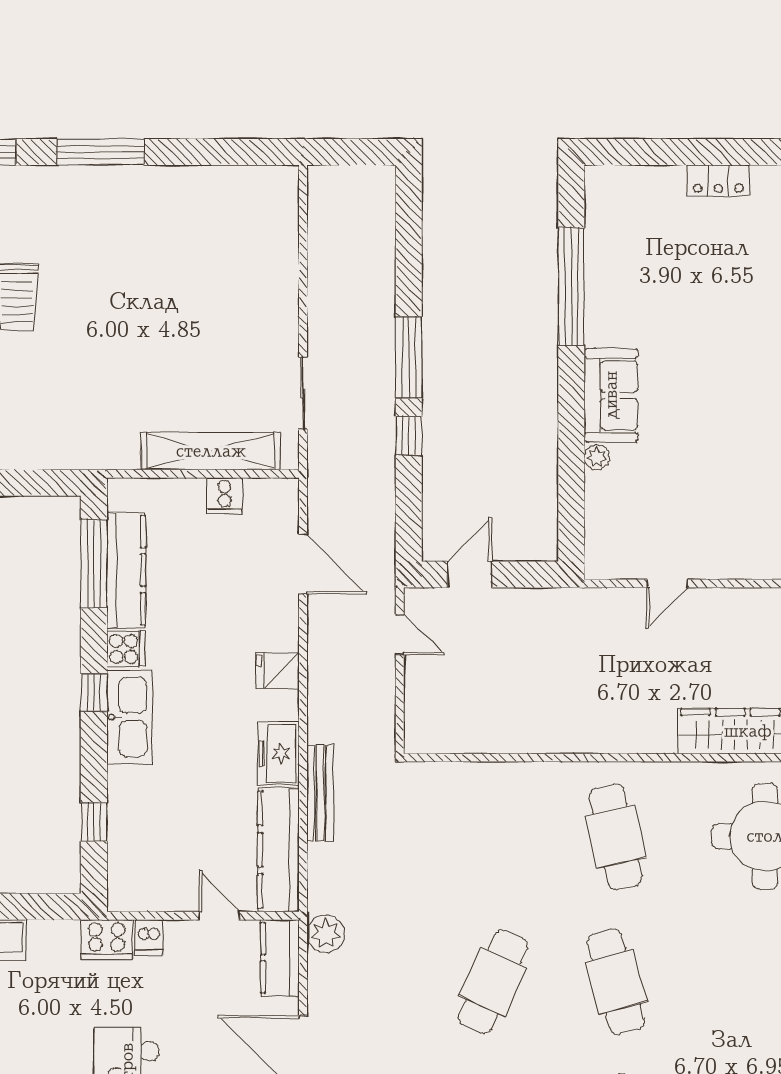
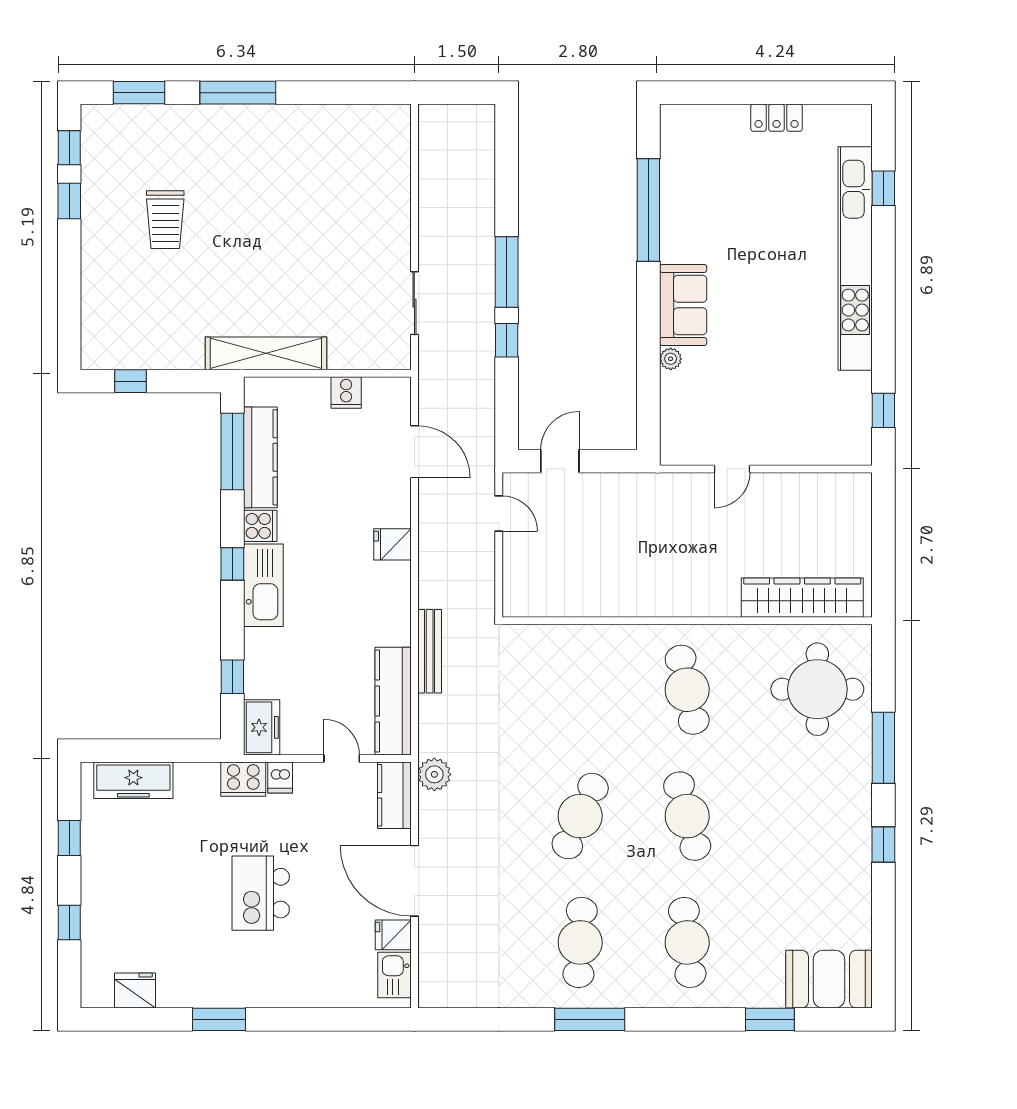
shelving: (211, 451) -> (266, 353), moved
freezer: (278, 753) -> (262, 727), moved, turned 180

